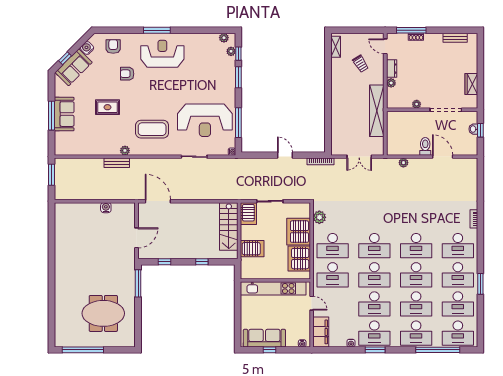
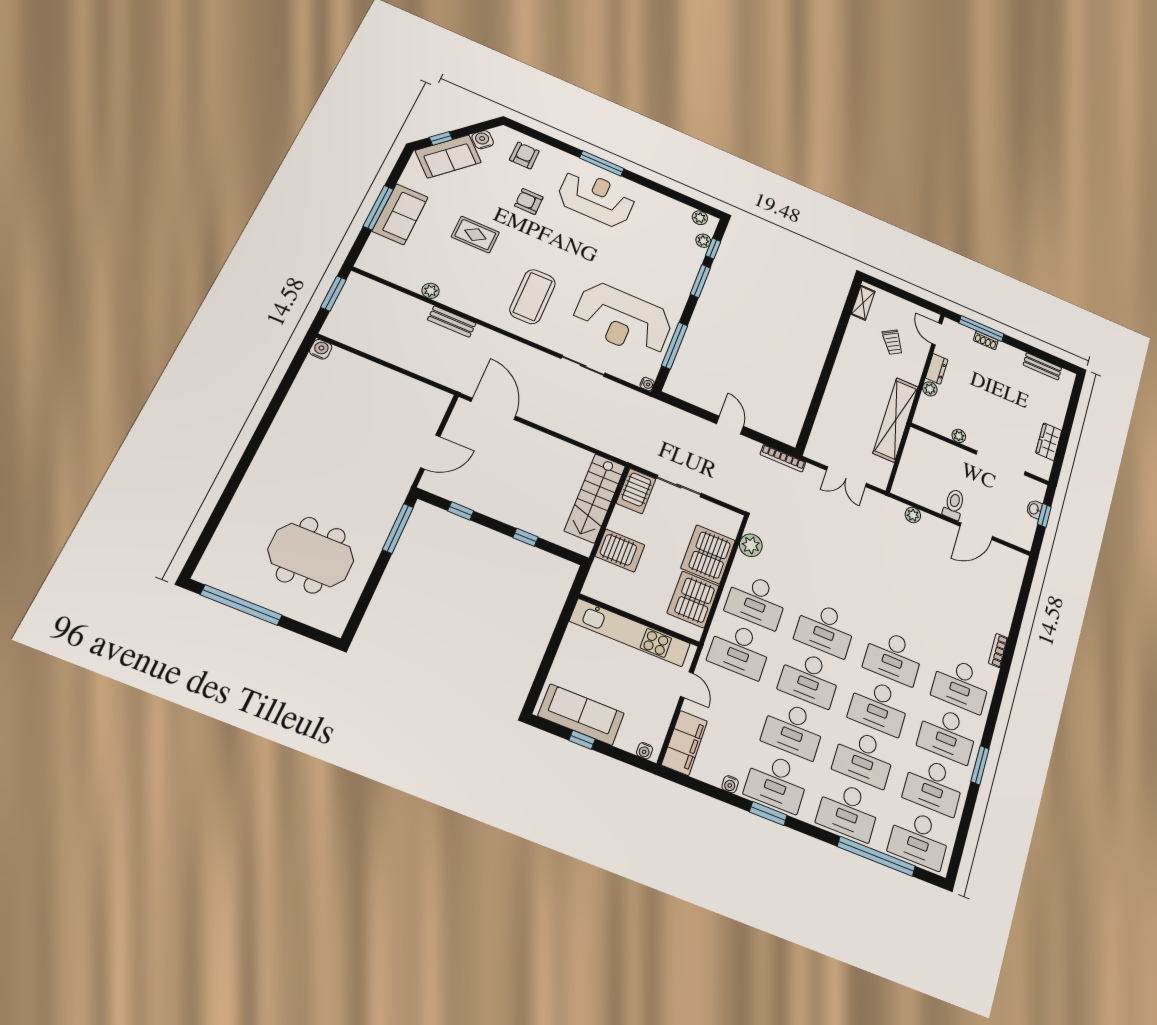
coffee table: (152, 129) -> (533, 297), turned 90
plant: (125, 151) -> (430, 291), moved
door: (443, 157) -> (976, 531), swing flipped
water cooler: (106, 208) -> (321, 349), moved

